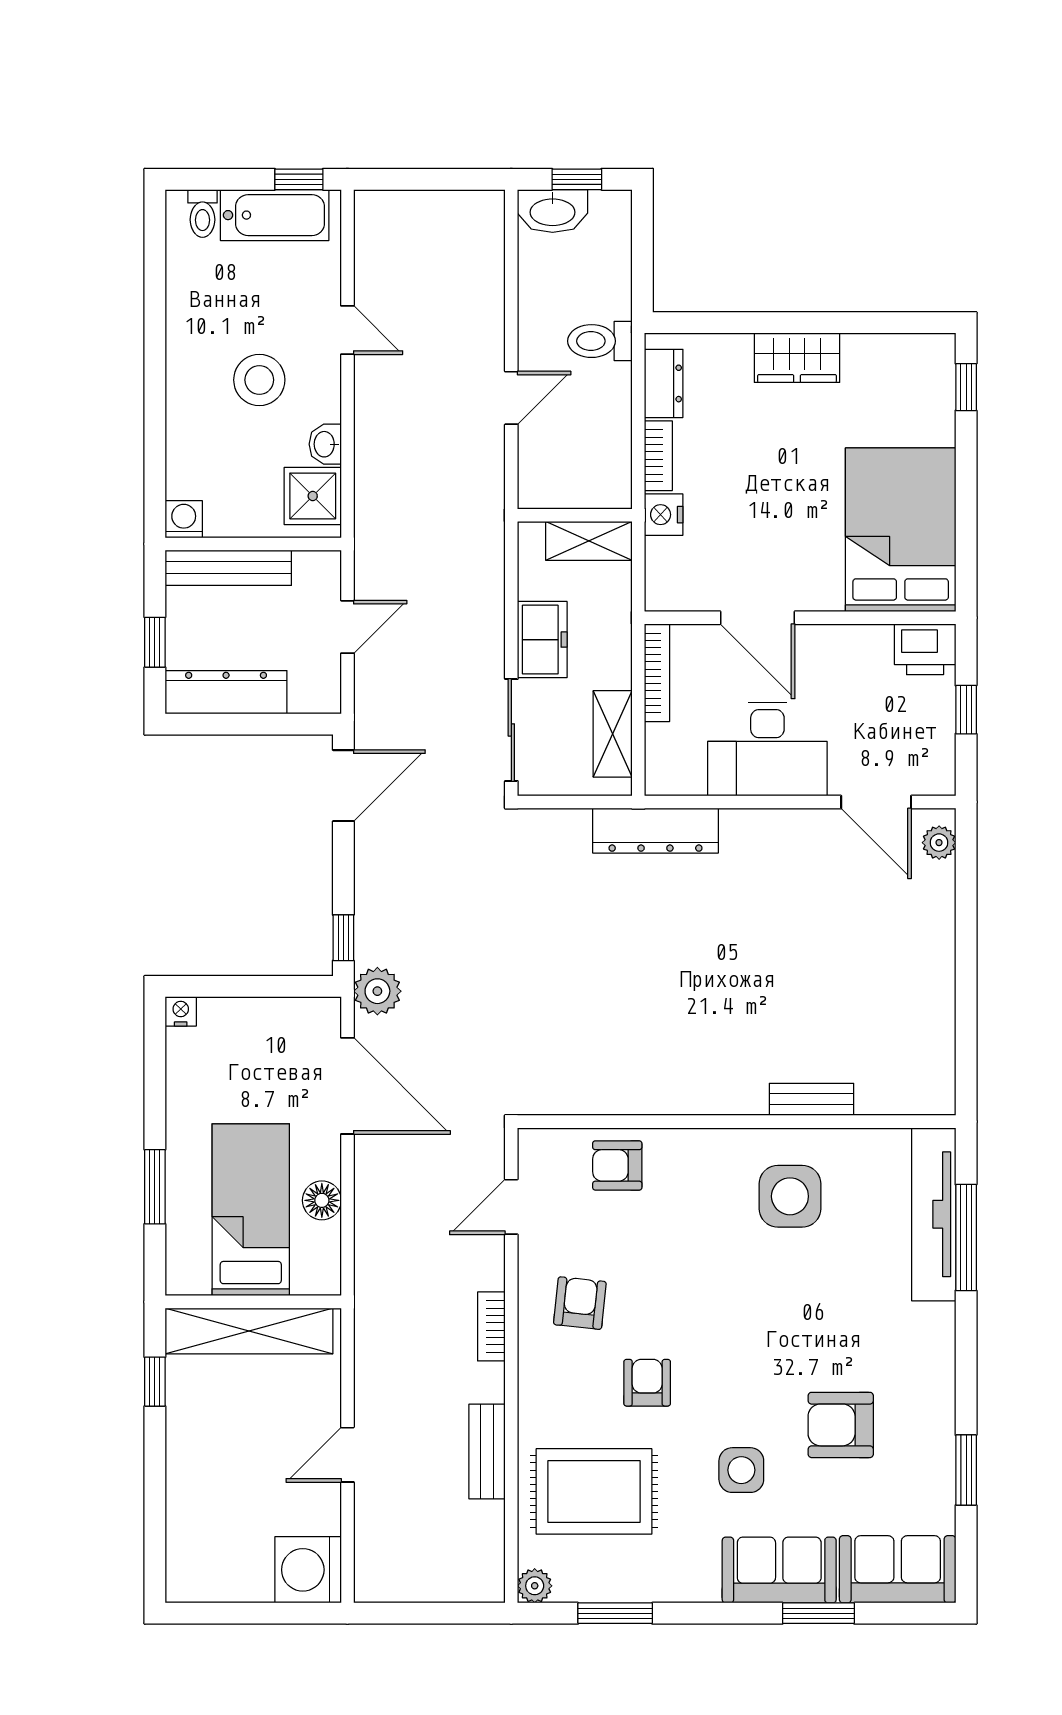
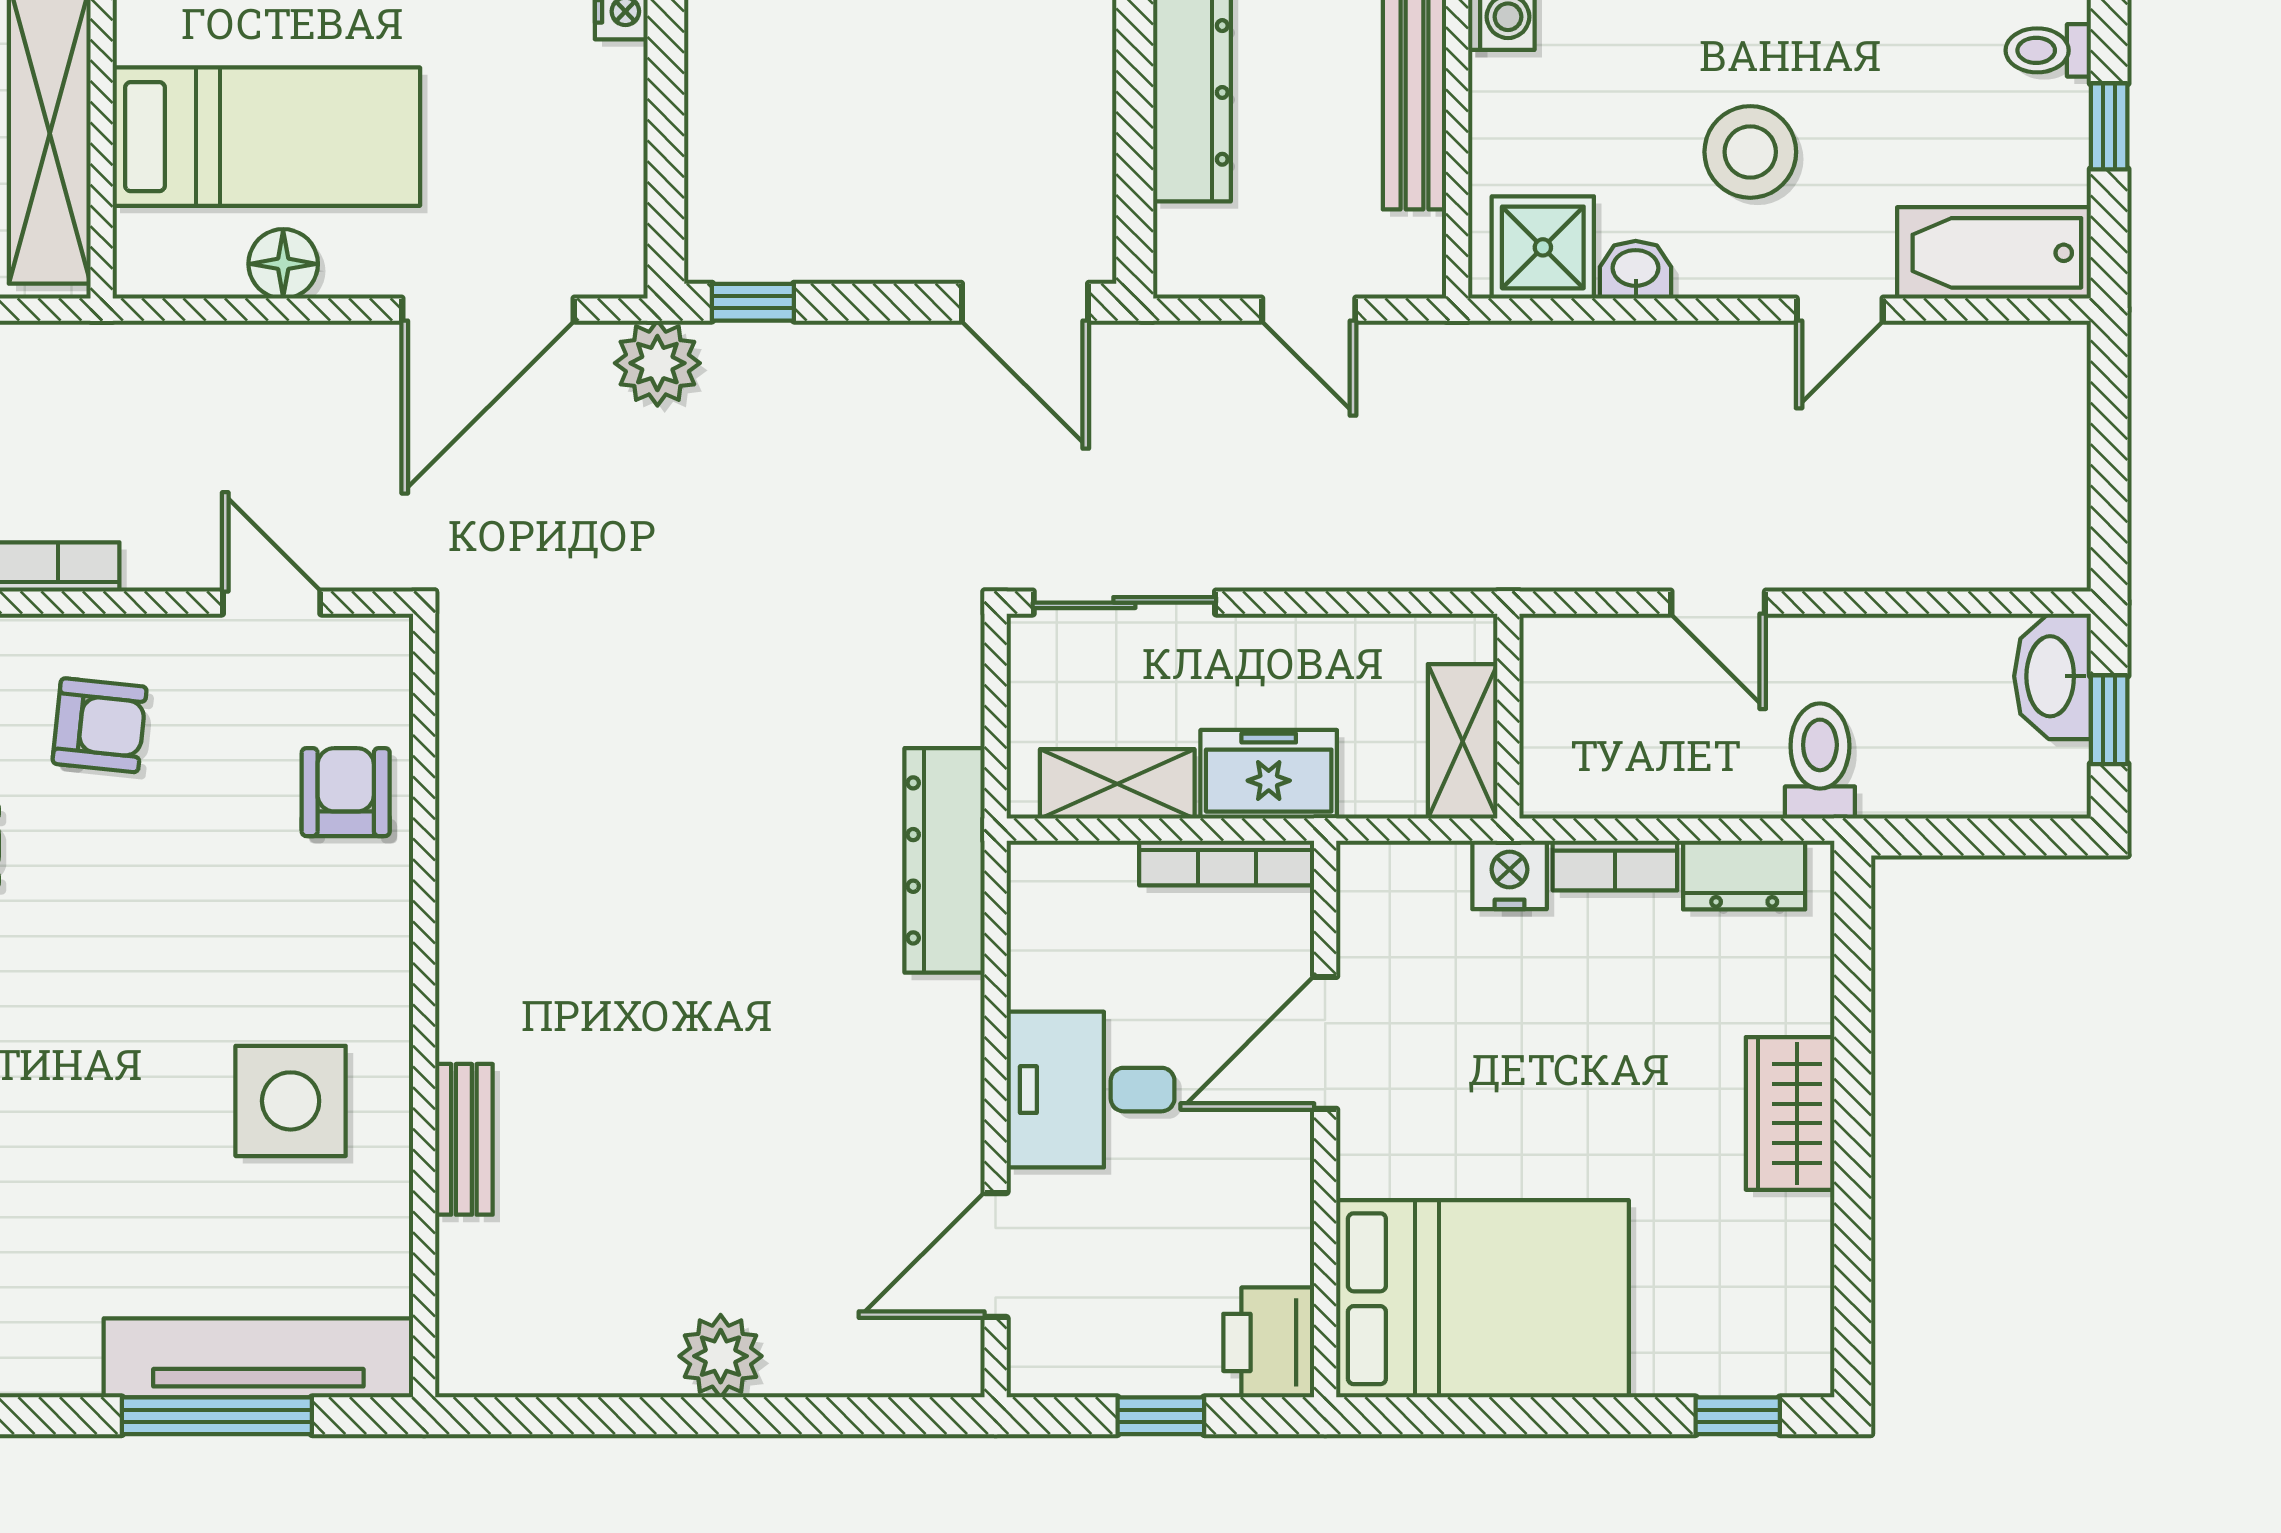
window: (299, 179) -> (2109, 126), moved
bathtub: (275, 215) -> (1994, 253), moved, turned 90
freezer: (542, 640) -> (1269, 774), moved, turned 180
desk: (767, 749) -> (1090, 1090), width x0.73
plant: (939, 843) -> (721, 1356), moved, width x1.38, depth x1.38

